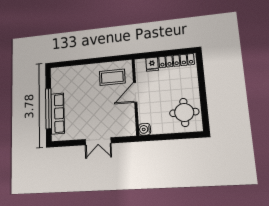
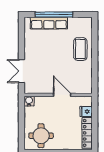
coffee table: (112, 77) -> (80, 49), moved
double door: (98, 141) -> (21, 71), moved

